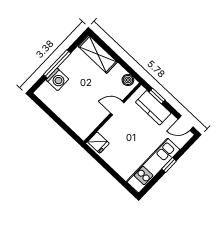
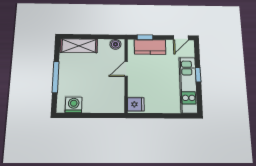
washing machine: (57, 79) -> (74, 105), moved, turned -90

